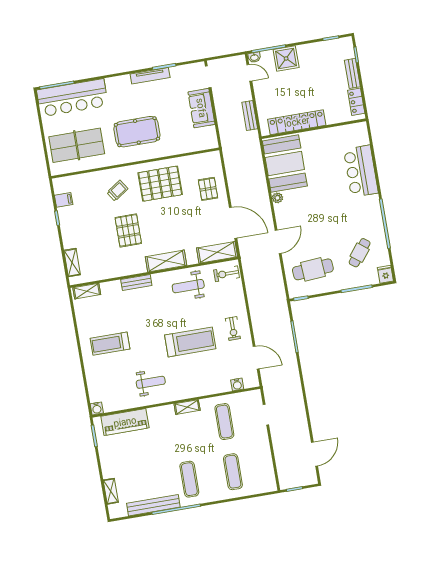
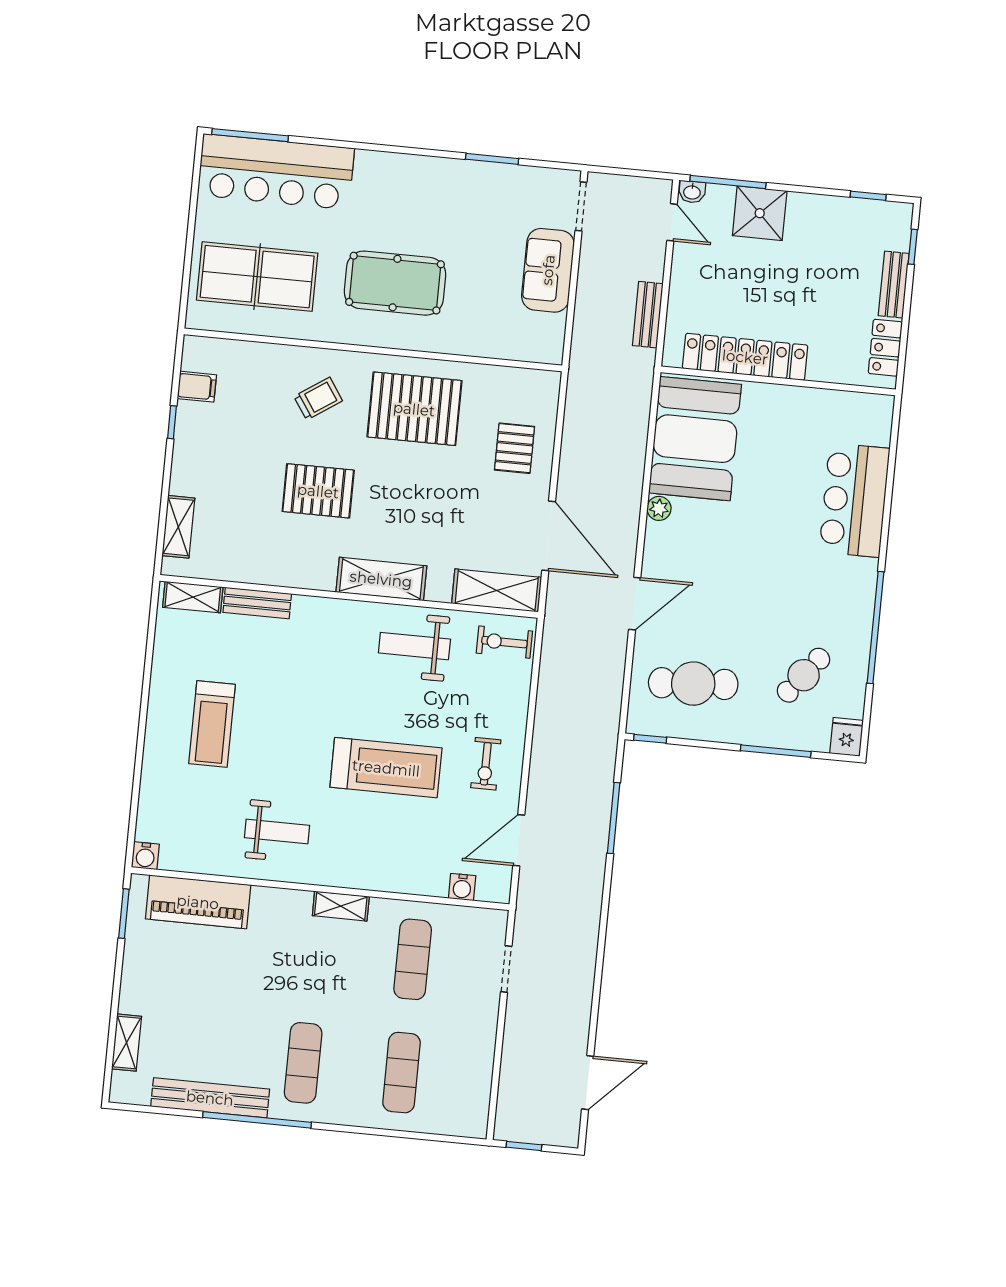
tv unit: (150, 76) -> (456, 170), removed
pallet: (128, 230) -> (318, 491), turned 90
bench: (136, 282) -> (257, 603), moved
treadmill: (110, 344) -> (212, 724), turned -90
door: (256, 358) -> (519, 840), swing flipped

